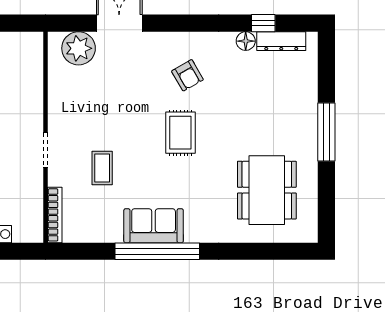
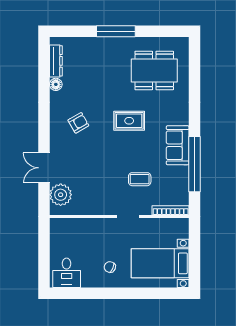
window: (263, 23) -> (44, 73), removed
rug: (180, 133) -> (129, 121), moved
window: (157, 251) -> (195, 164), moved

